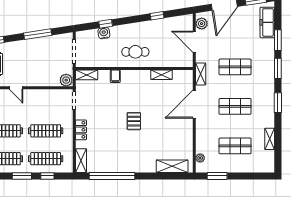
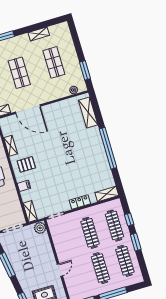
pallet: (134, 121) -> (26, 164), moved
window: (112, 176) -> (108, 148), moved

